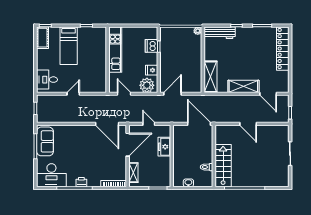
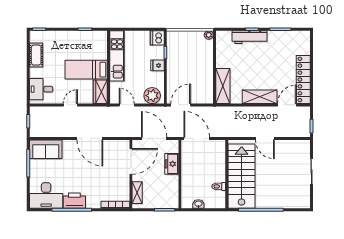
workbench: (220, 33) -> (250, 37), moved
cot: (42, 38) -> (36, 55), moved
bed: (69, 46) -> (86, 70), moved, turned 90
dishwasher: (151, 46) -> (157, 38), moved
locker: (283, 49) -> (303, 79), moved
fridge: (152, 70) -> (157, 65), moved
wardrobe: (100, 82) -> (100, 92), added
door: (268, 94) -> (287, 105), swing flipped
door: (107, 124) -> (90, 138), moved
door: (149, 124) -> (154, 138), width x1.87
door: (199, 124) -> (197, 138), moved
sofa: (45, 141) -> (46, 149), moved, turned 90
stairs: (223, 166) -> (242, 176), width x1.36, depth x1.51
printer: (81, 182) -> (74, 201), width x1.87, depth x1.48

